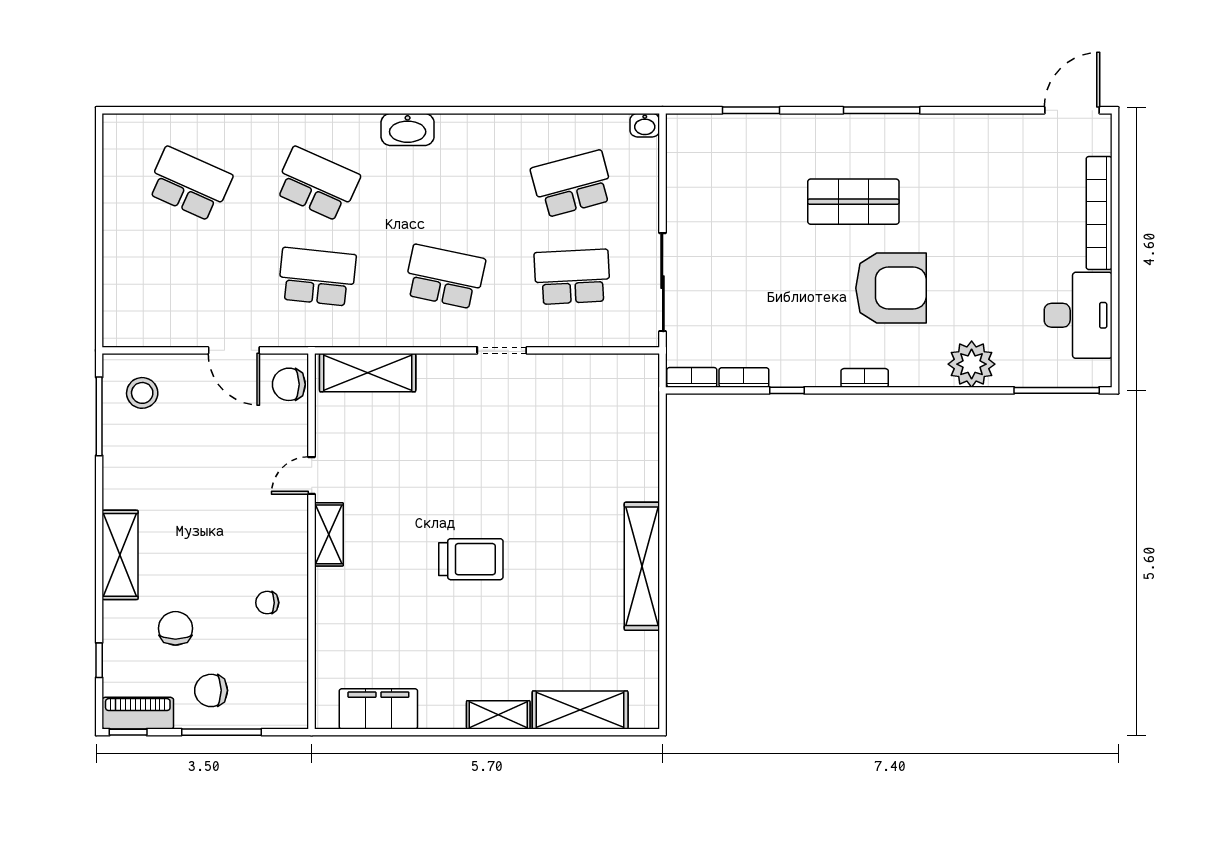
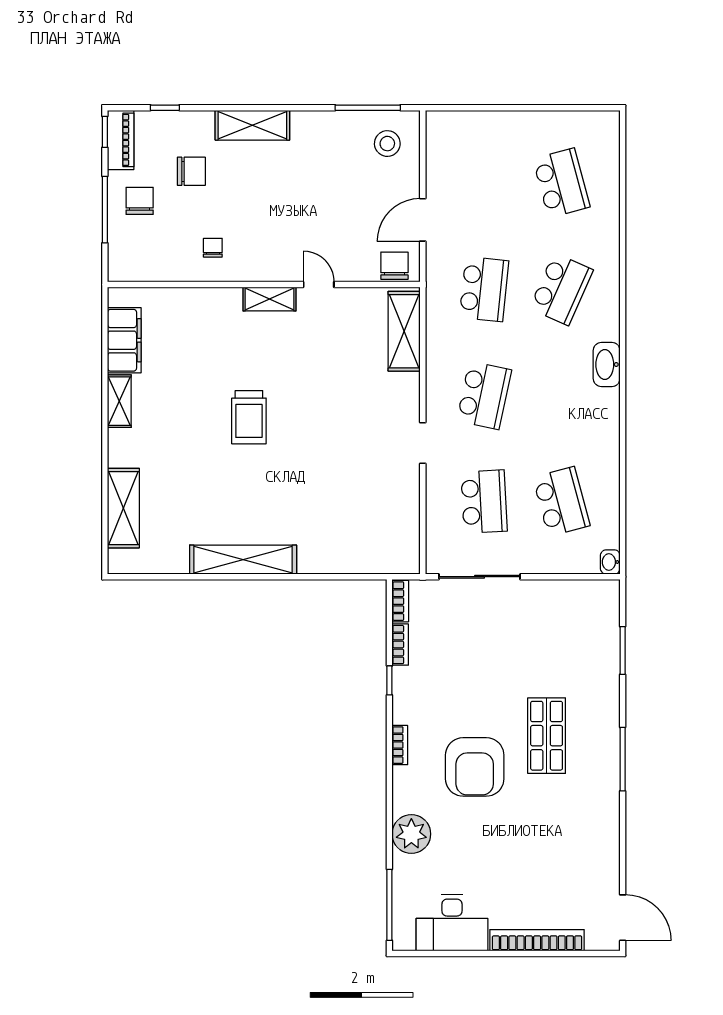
school desk: (189, 184) -> (561, 183), turned -39
shelving: (498, 715) -> (119, 401), moved

